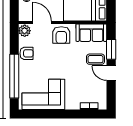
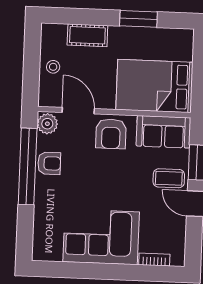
window: (14, 76) -> (28, 166), moved
corner sofa: (43, 94) -> (101, 237), moved

